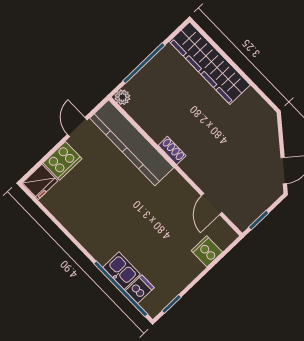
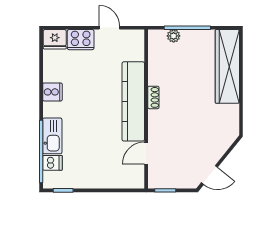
plant: (122, 97) -> (174, 36), moved
door: (77, 127) -> (109, 28), hinge flipped
kitchen counter: (132, 143) -> (133, 101), moved
cooker: (207, 251) -> (52, 92), moved, turned 90
kitchen sink: (121, 271) -> (52, 136), width x1.38

